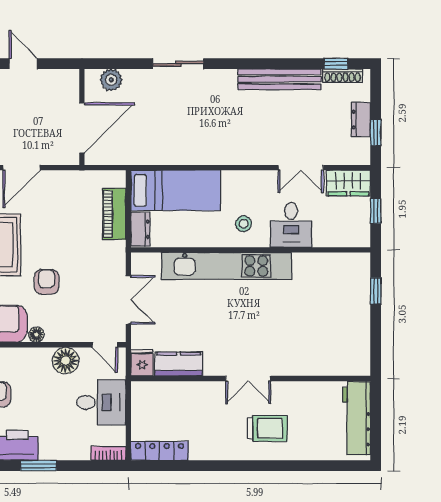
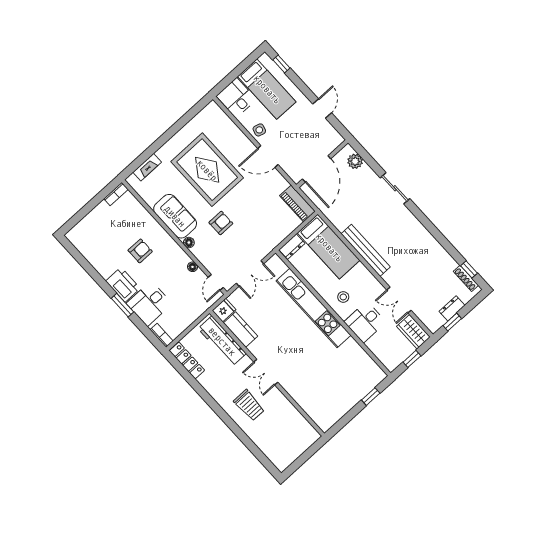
bench: (279, 79) -> (366, 250), moved
door: (82, 128) -> (317, 169), hinge flipped
piano: (114, 214) -> (297, 203), moved, turned -90
floor lamp: (66, 361) -> (192, 267), width x0.53, depth x0.53
desk: (101, 402) -> (149, 304), moved, turned 90
workbench: (357, 418) -> (222, 341), moved, turned -90

